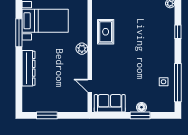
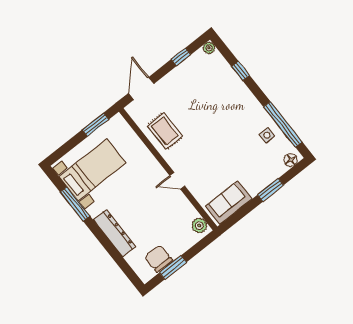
plant: (82, 49) -> (199, 226), moved
door: (90, 86) -> (177, 181), moved
chair: (43, 104) -> (158, 259), added
floor lamp: (142, 107) -> (291, 160), moved

